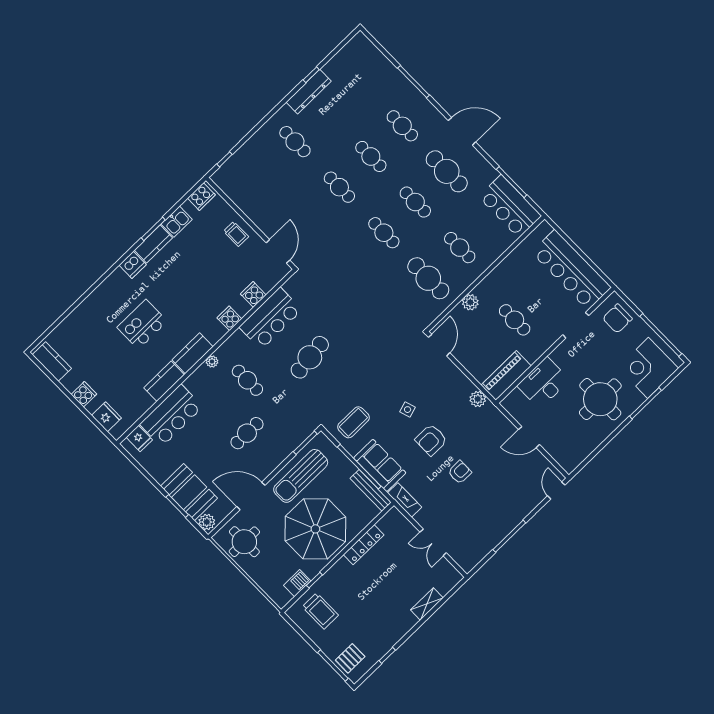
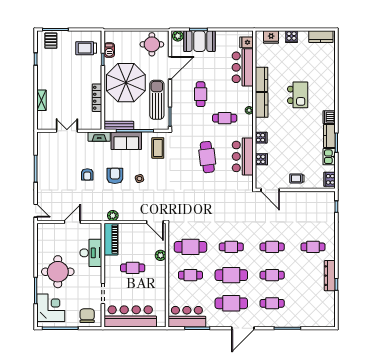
cafe table: (415, 202) -> (231, 275), width x1.37, depth x1.35

